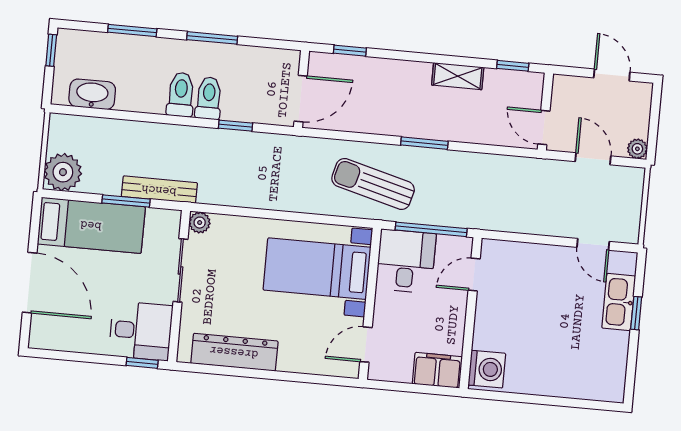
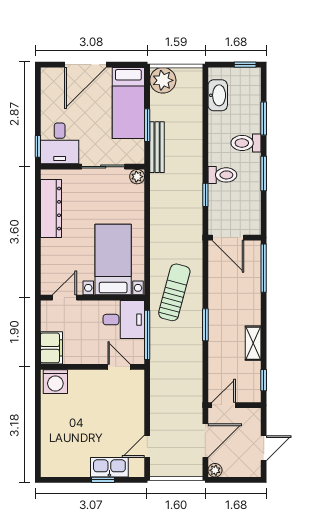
window: (350, 51) -> (264, 268), width x2.17
toilet: (181, 95) -> (246, 143), moved, turned 180
door: (593, 159) -> (205, 441), width x1.38
door: (366, 345) -> (65, 298), hinge flipped

